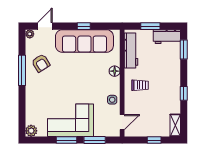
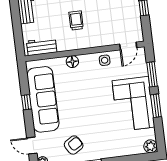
window: (150, 26) -> (17, 28), removed
workbench: (131, 51) -> (42, 47), width x0.73
trolley: (140, 85) -> (76, 20), moved
door: (122, 122) -> (128, 46), swing flipped

